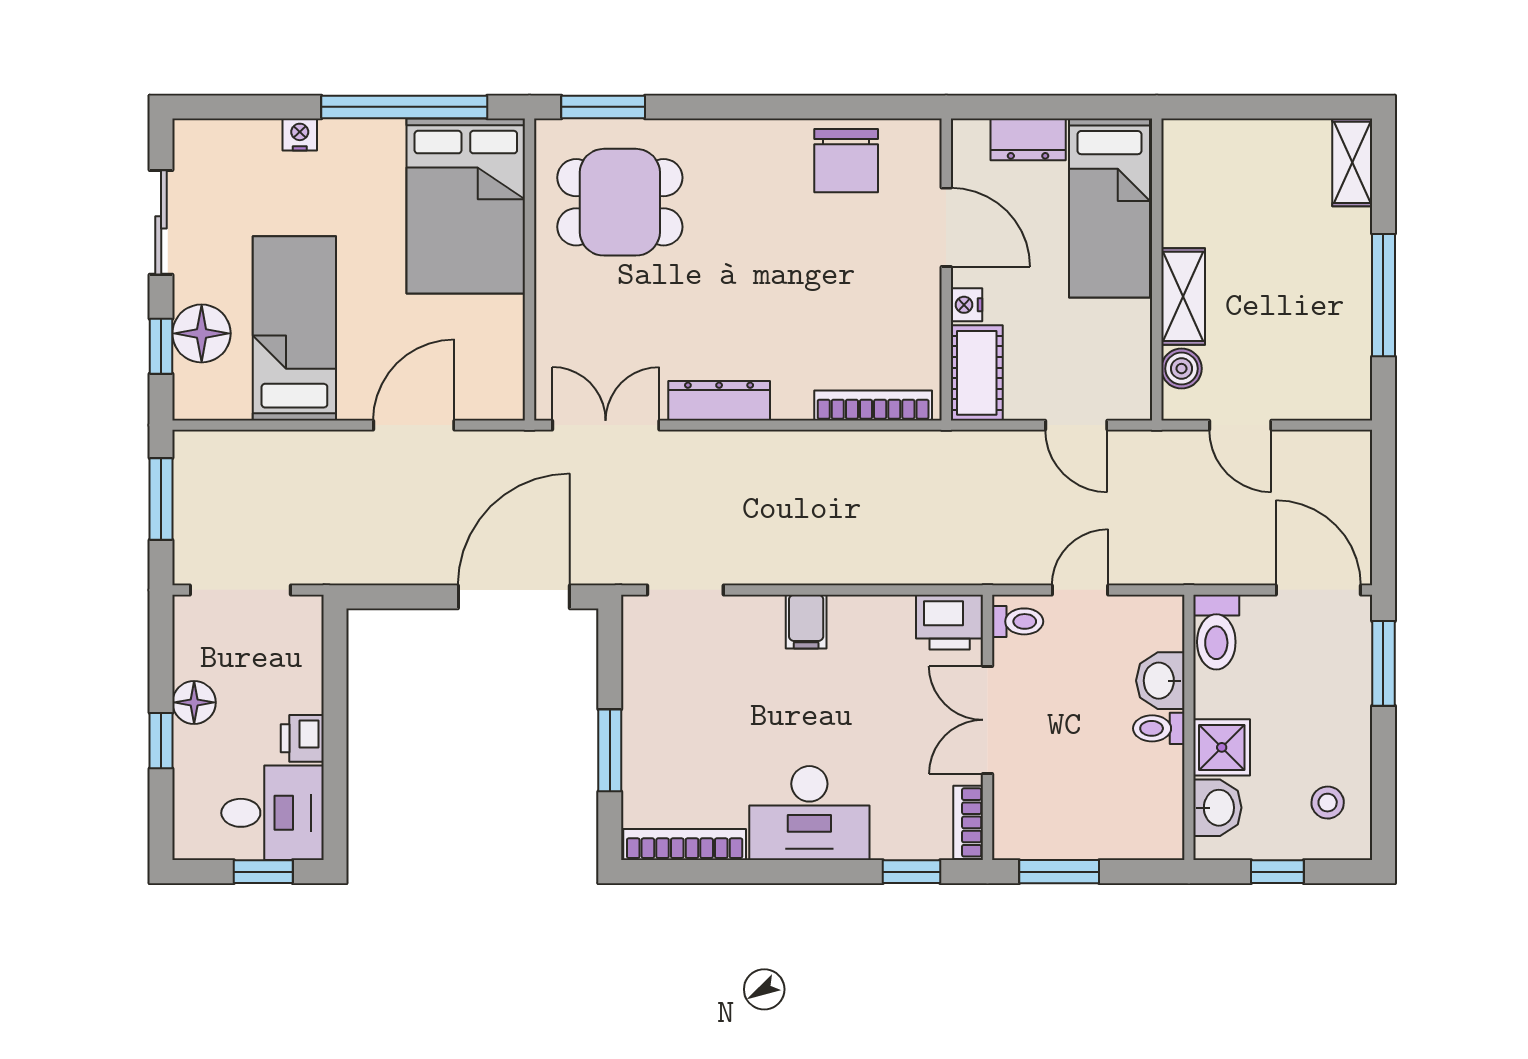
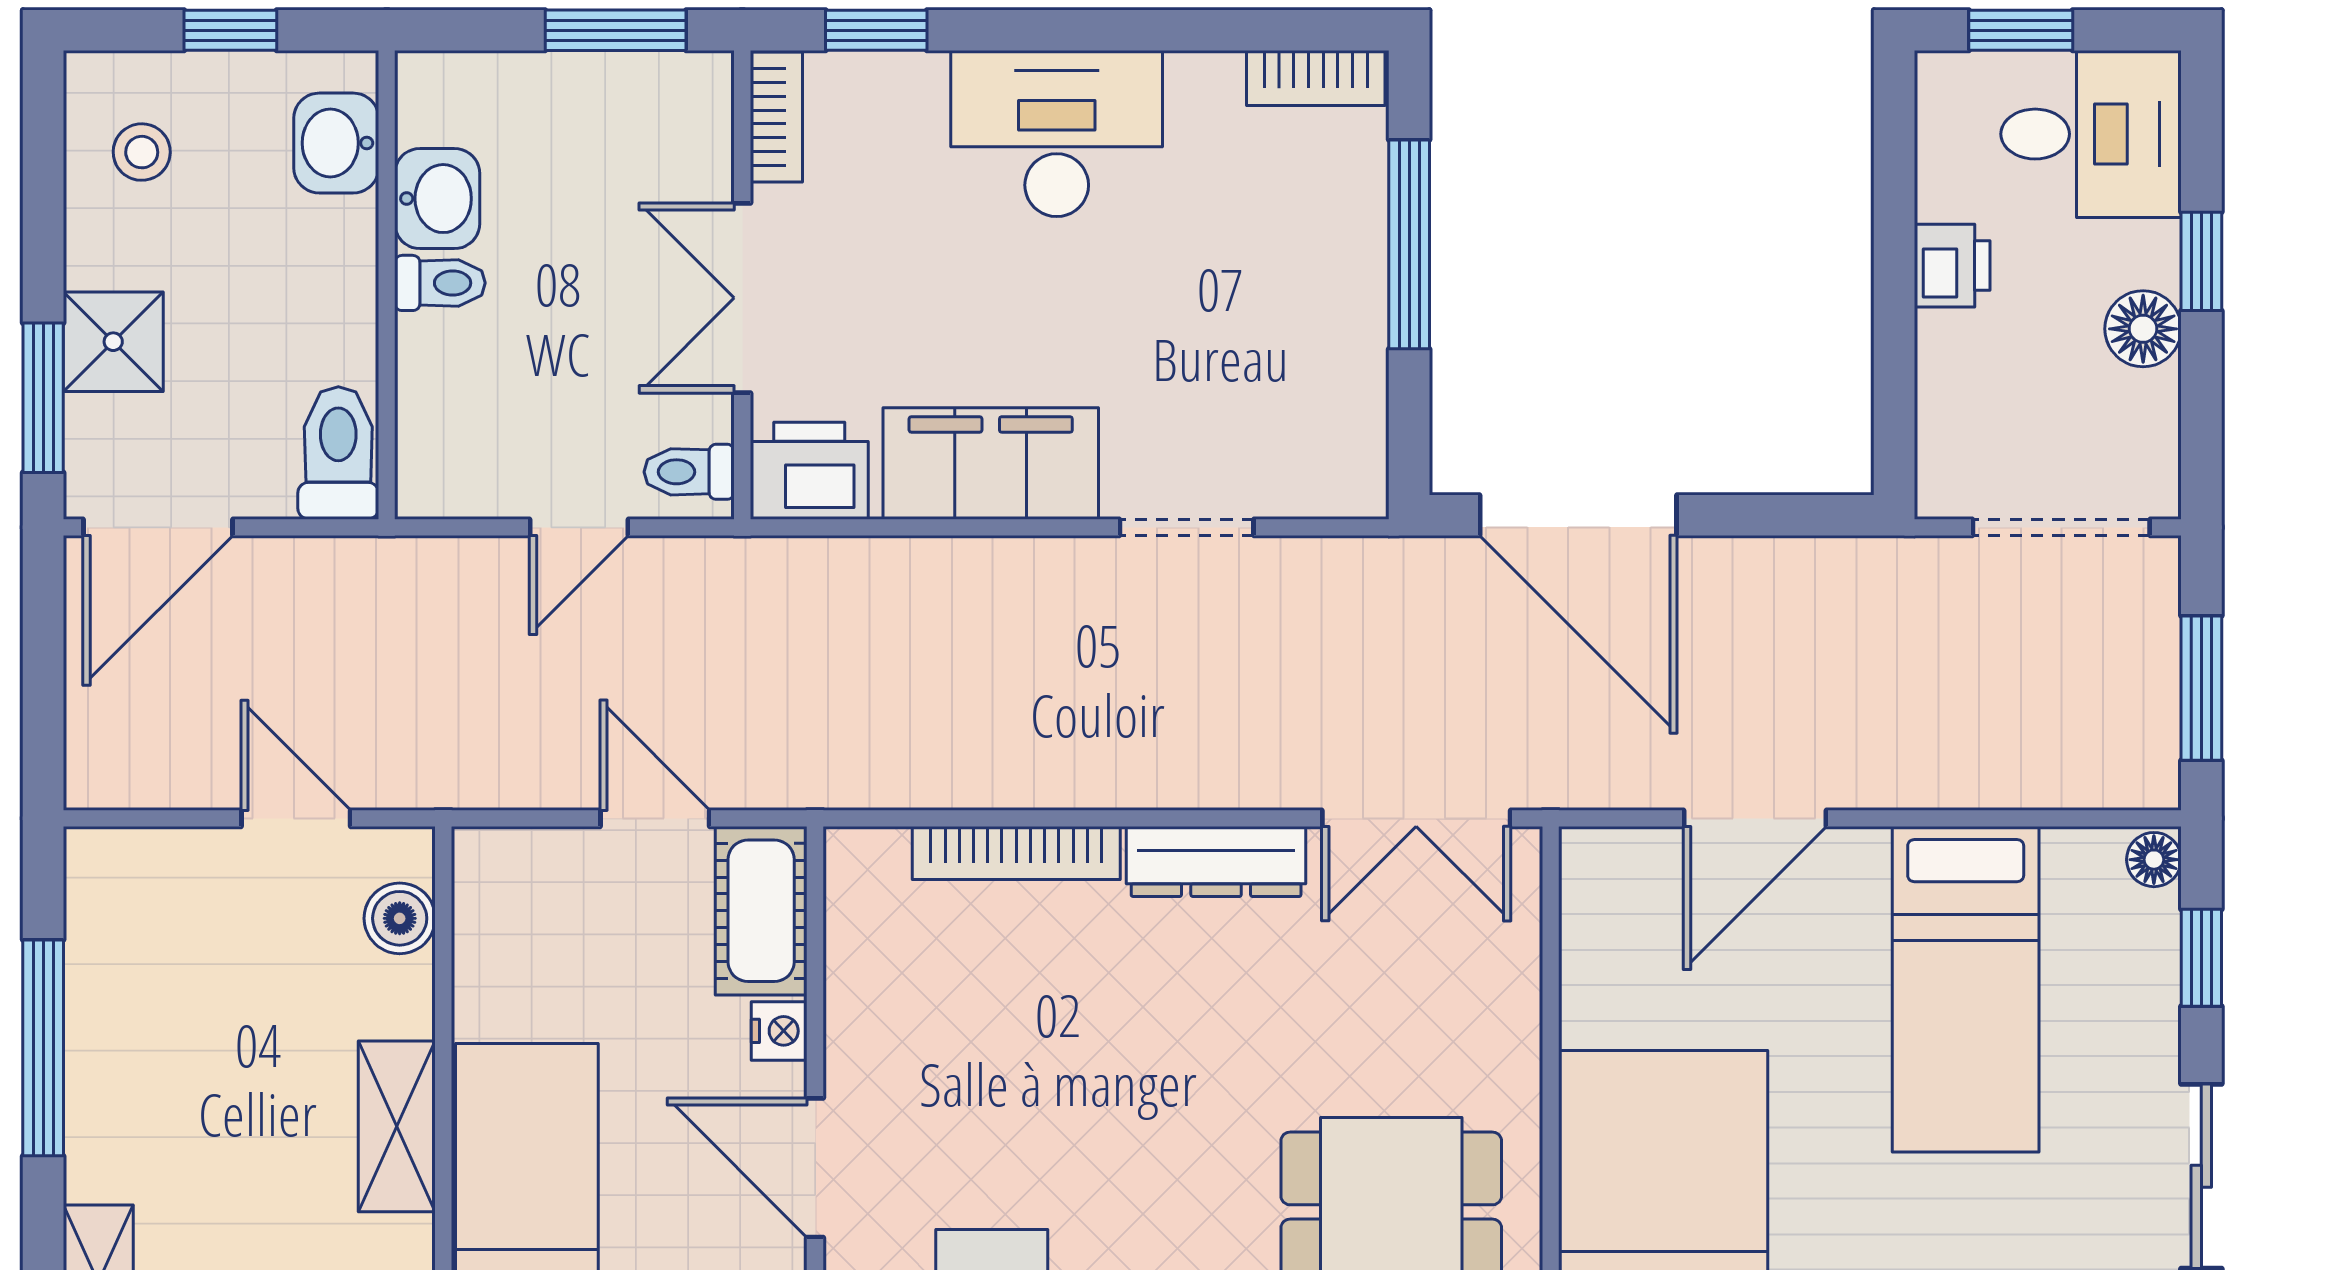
shelving: (1183, 296) -> (397, 1126), moved
floor lamp: (202, 333) -> (2154, 860), moved, width x0.53, depth x0.53
bookcase: (873, 406) -> (1016, 853), moved
door: (1076, 425) -> (655, 818), moved
doorway: (685, 590) -> (1187, 527), moved
door: (1318, 590) -> (158, 527), hinge flipped
door: (514, 597) -> (1578, 515), hinge flipped
filing cabinet: (806, 622) -> (991, 464), width x3.00, depth x1.17
washbasin: (1160, 681) -> (437, 199), moved
double door: (987, 720) -> (742, 298), swing flipped
shower: (1222, 747) -> (113, 342), moved
window: (610, 750) -> (1409, 244), width x1.44
desk: (272, 813) -> (2091, 134), moved, turned 180
bookcase: (685, 844) -> (1316, 78), width x0.64

